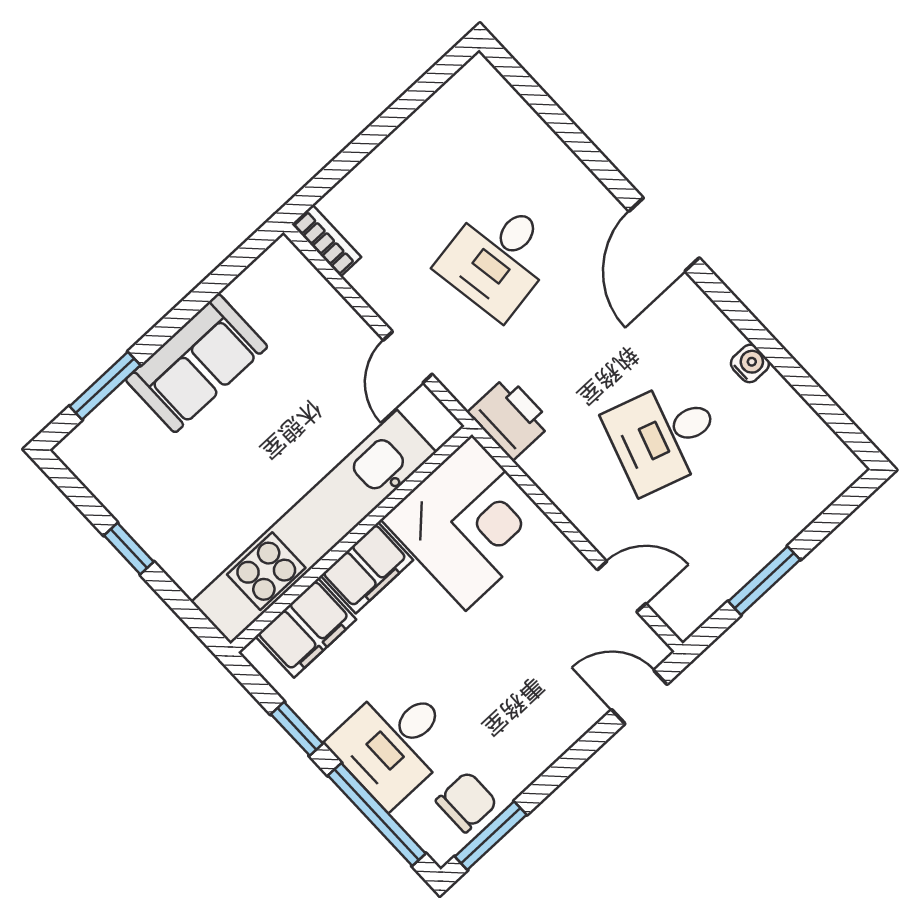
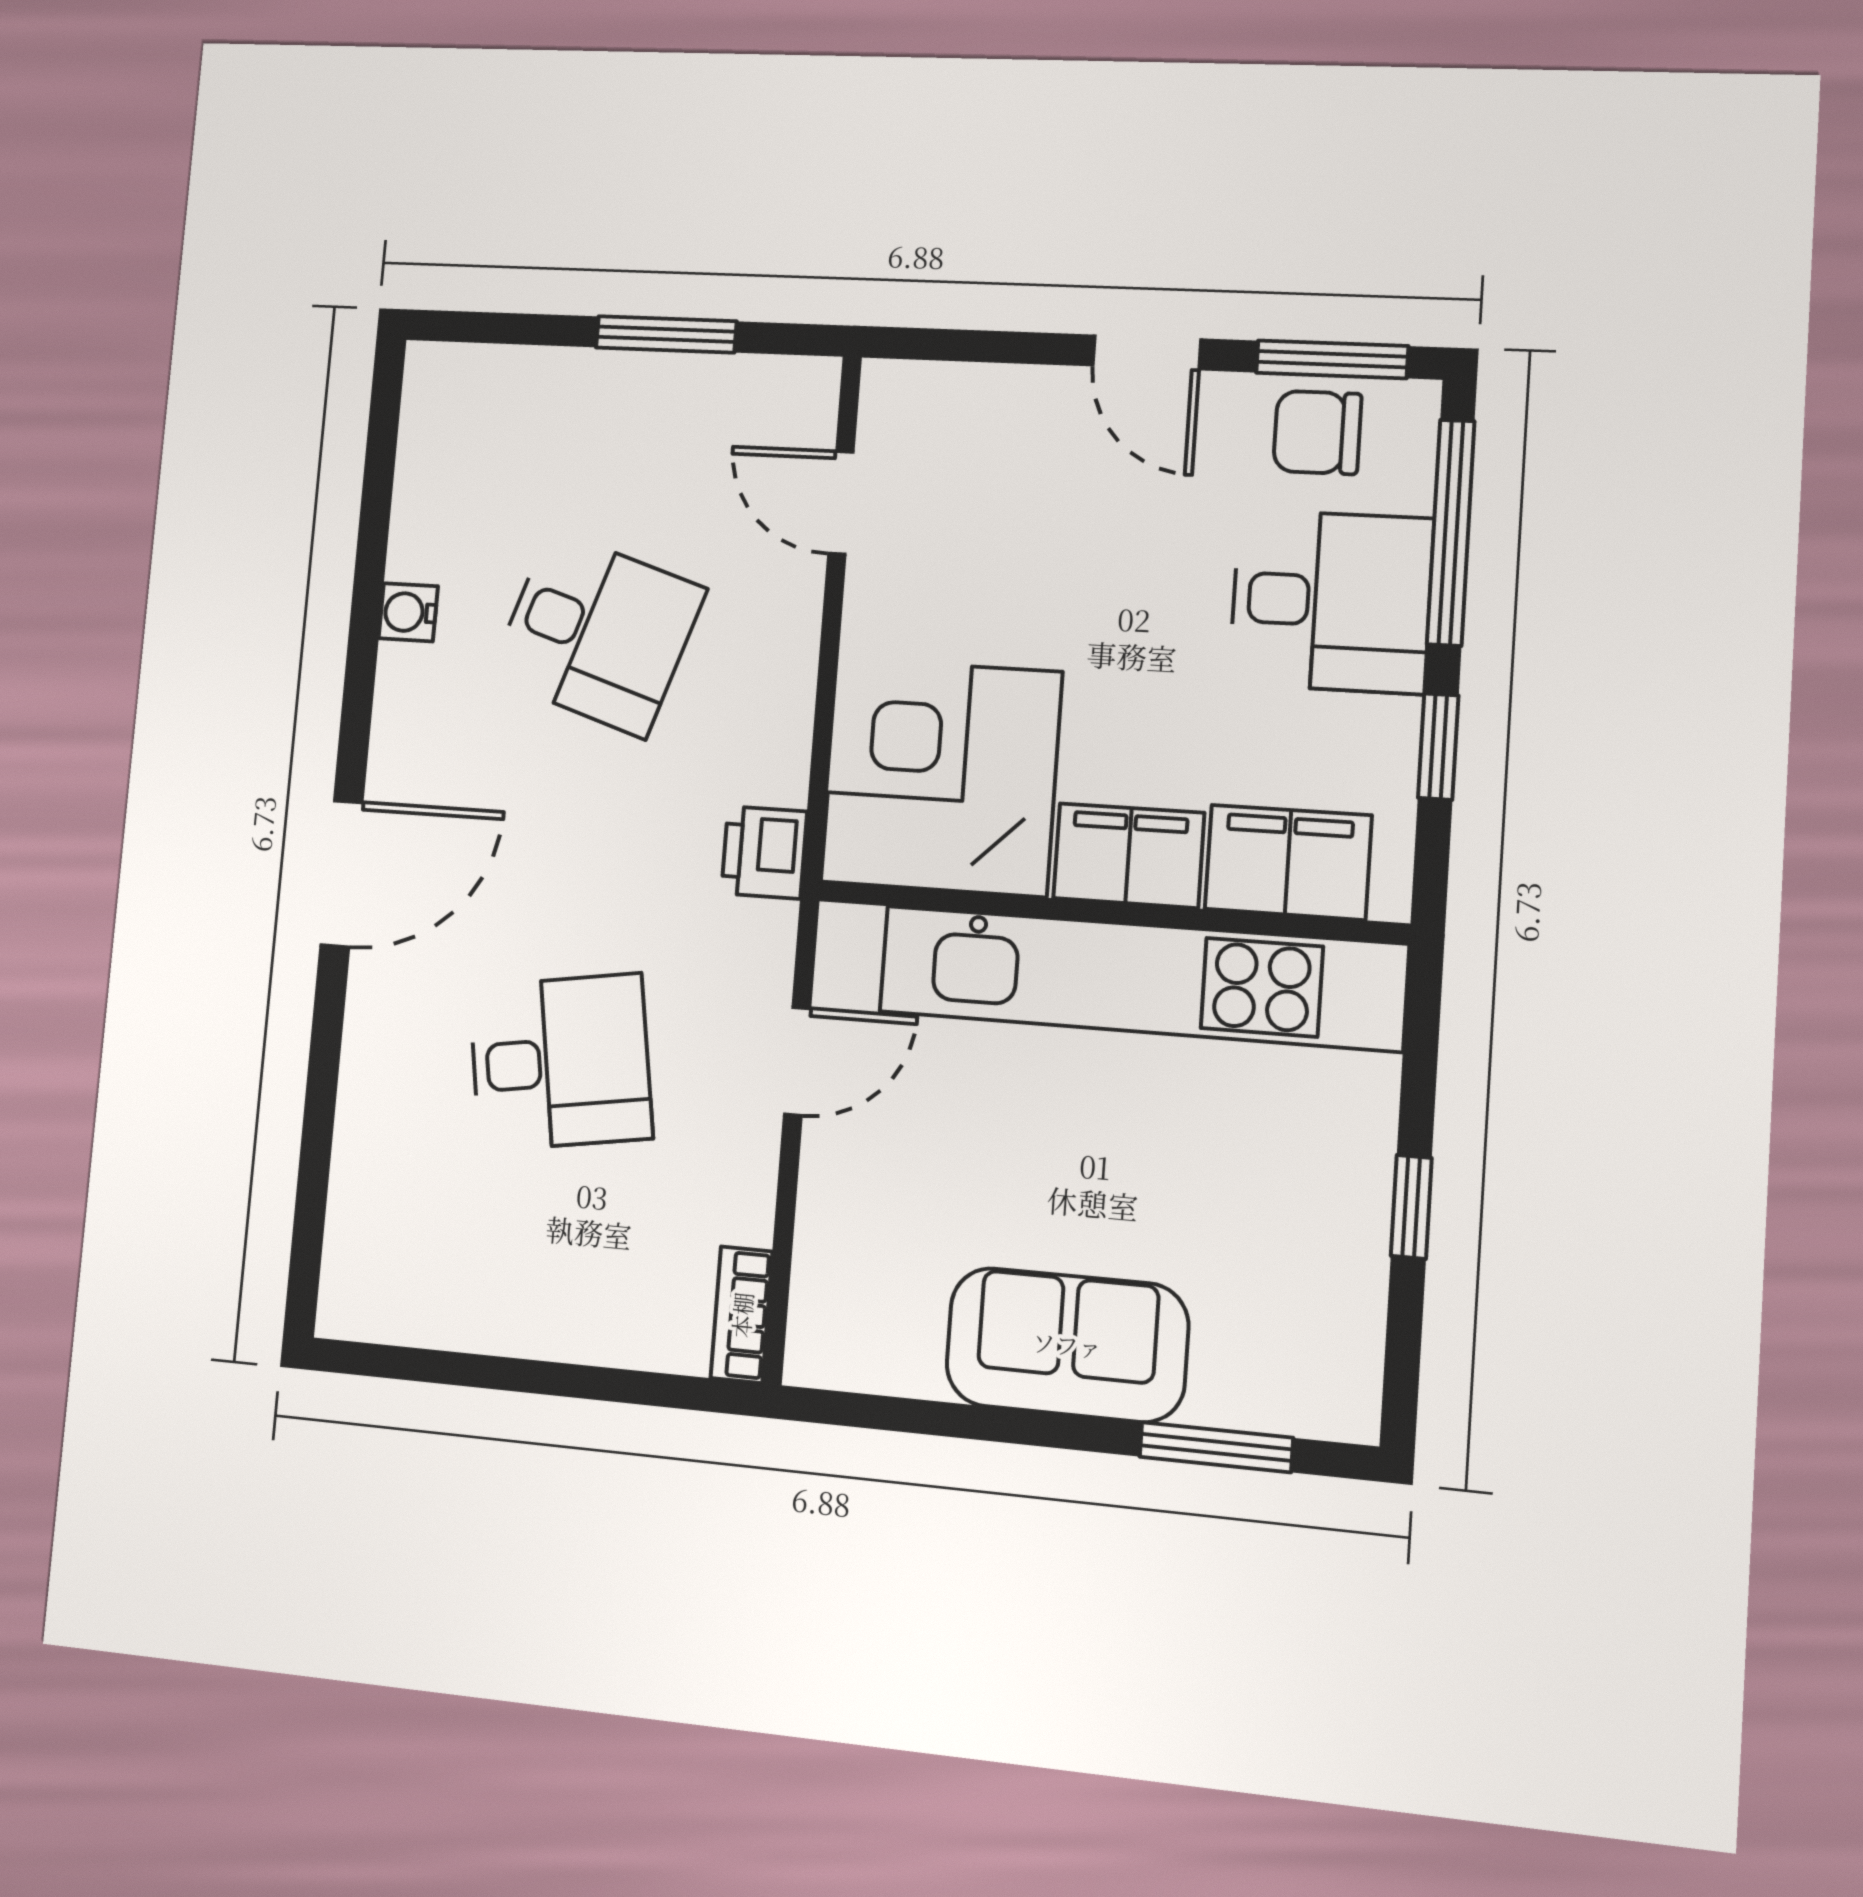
printer: (510, 418) -> (764, 852), width x0.73, depth x0.81
door: (639, 697) -> (1147, 352), moved

